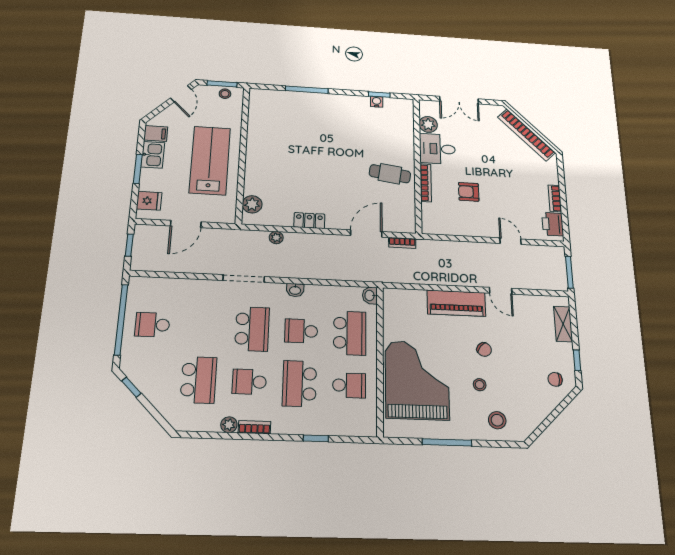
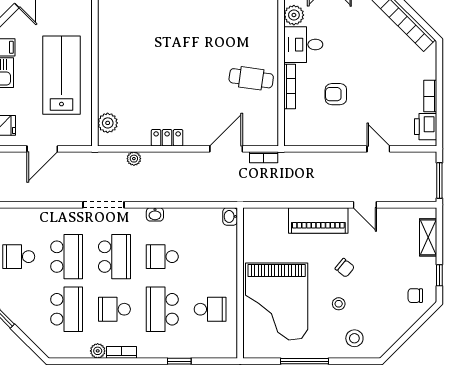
school desk: (350, 333) -> (67, 257), moved
grand piano: (417, 380) -> (277, 301), turned 180

